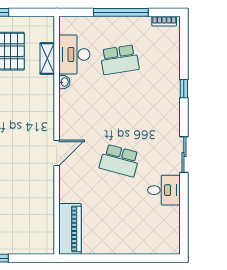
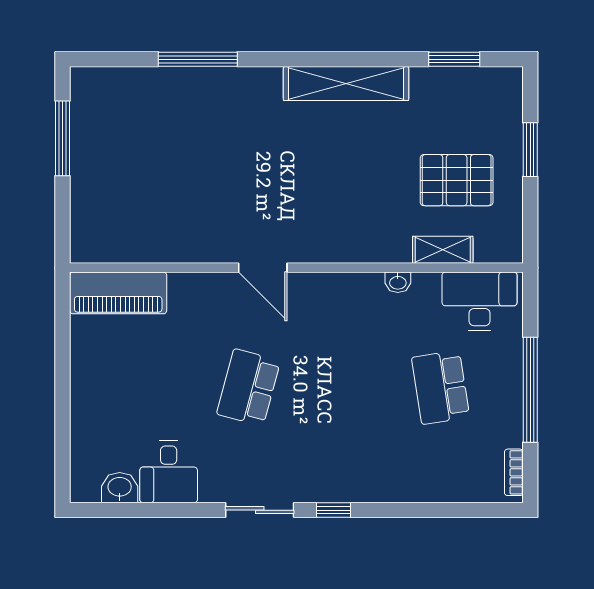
desk: (74, 54) -> (480, 301), moved
window: (184, 89) -> (333, 510), moved
desk: (164, 190) -> (169, 472), moved
washbasin: (172, 228) -> (120, 488), added

